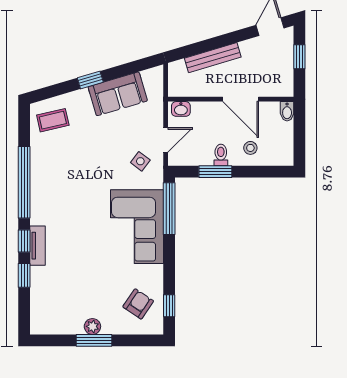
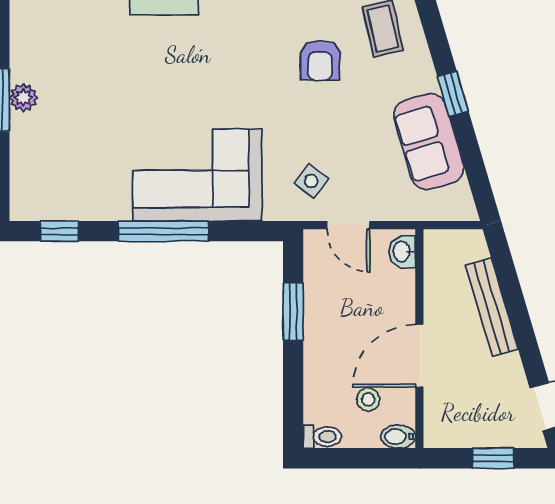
stool: (250, 148) -> (368, 400), moved
toilet: (221, 155) -> (322, 437), moved
window: (169, 209) -> (164, 231), moved
armchair: (138, 304) -> (320, 61), moved, turned 56

